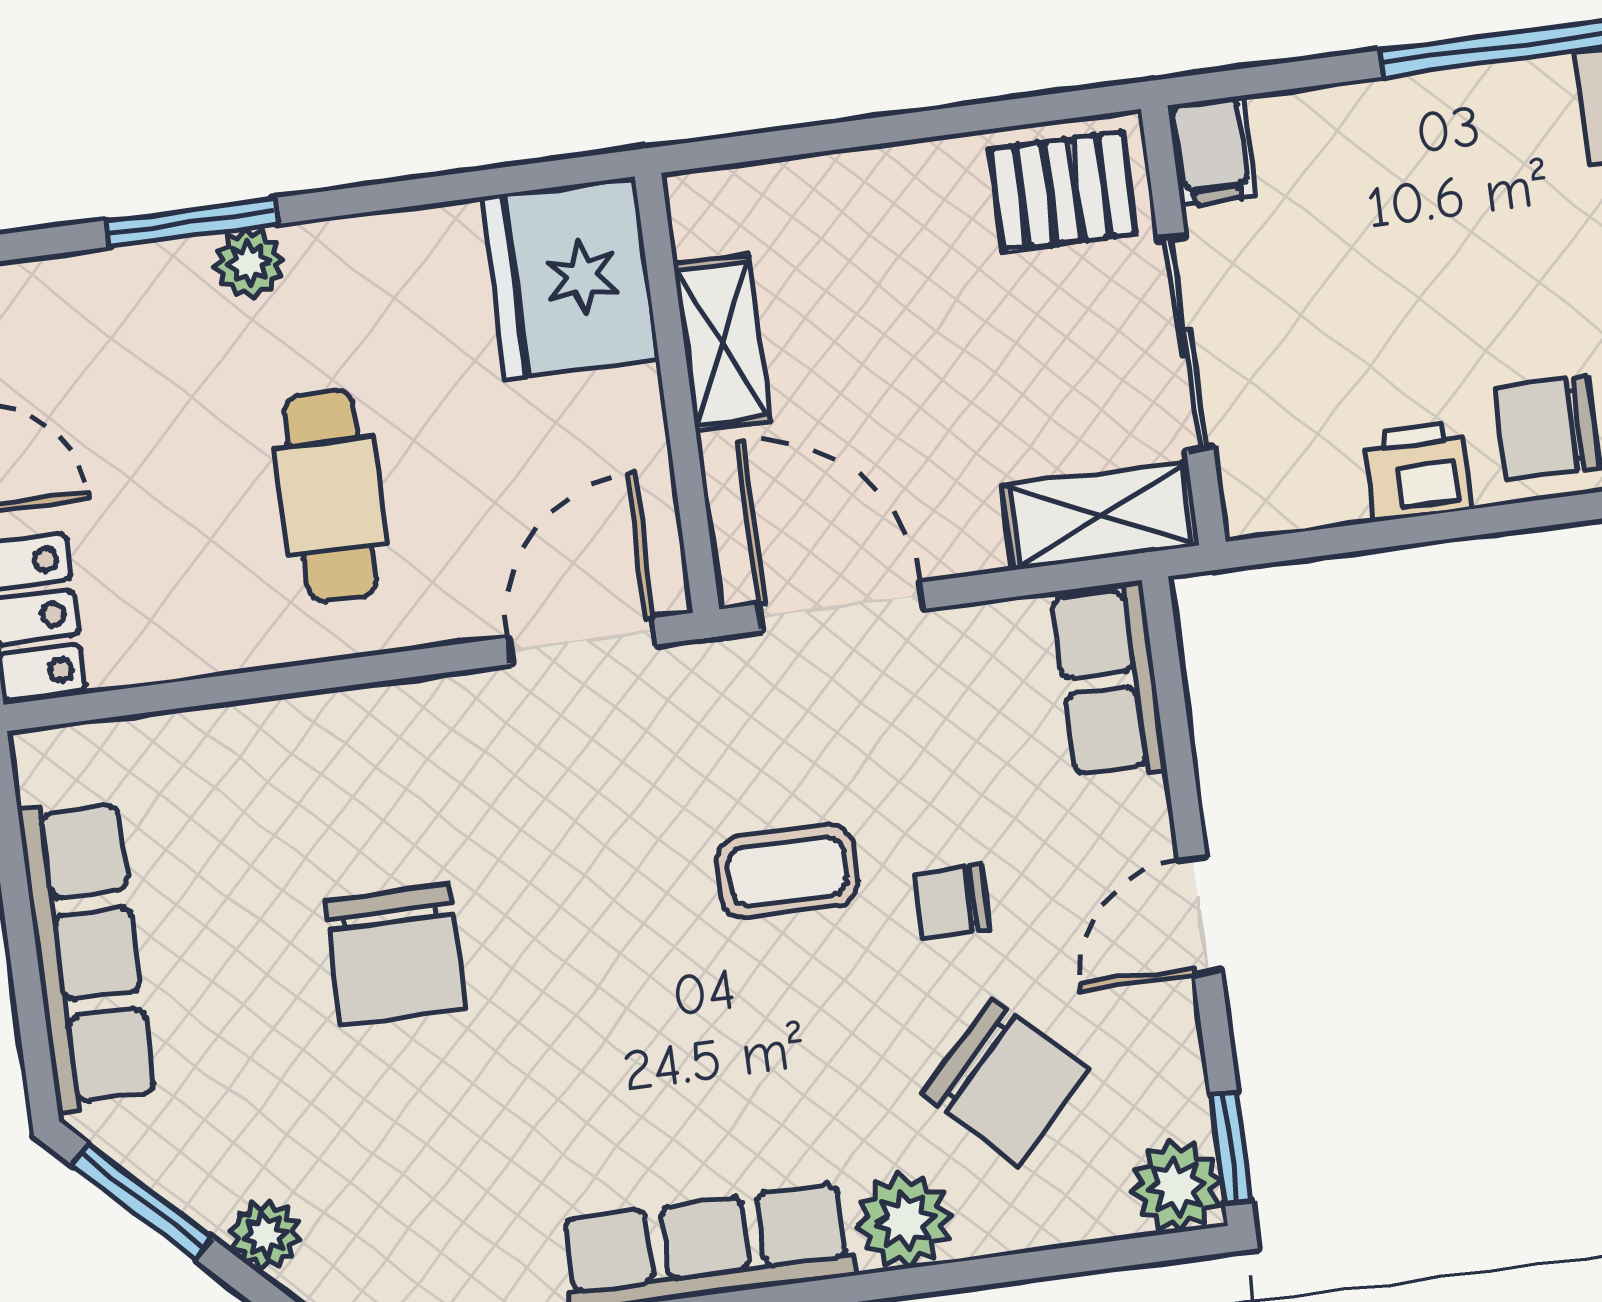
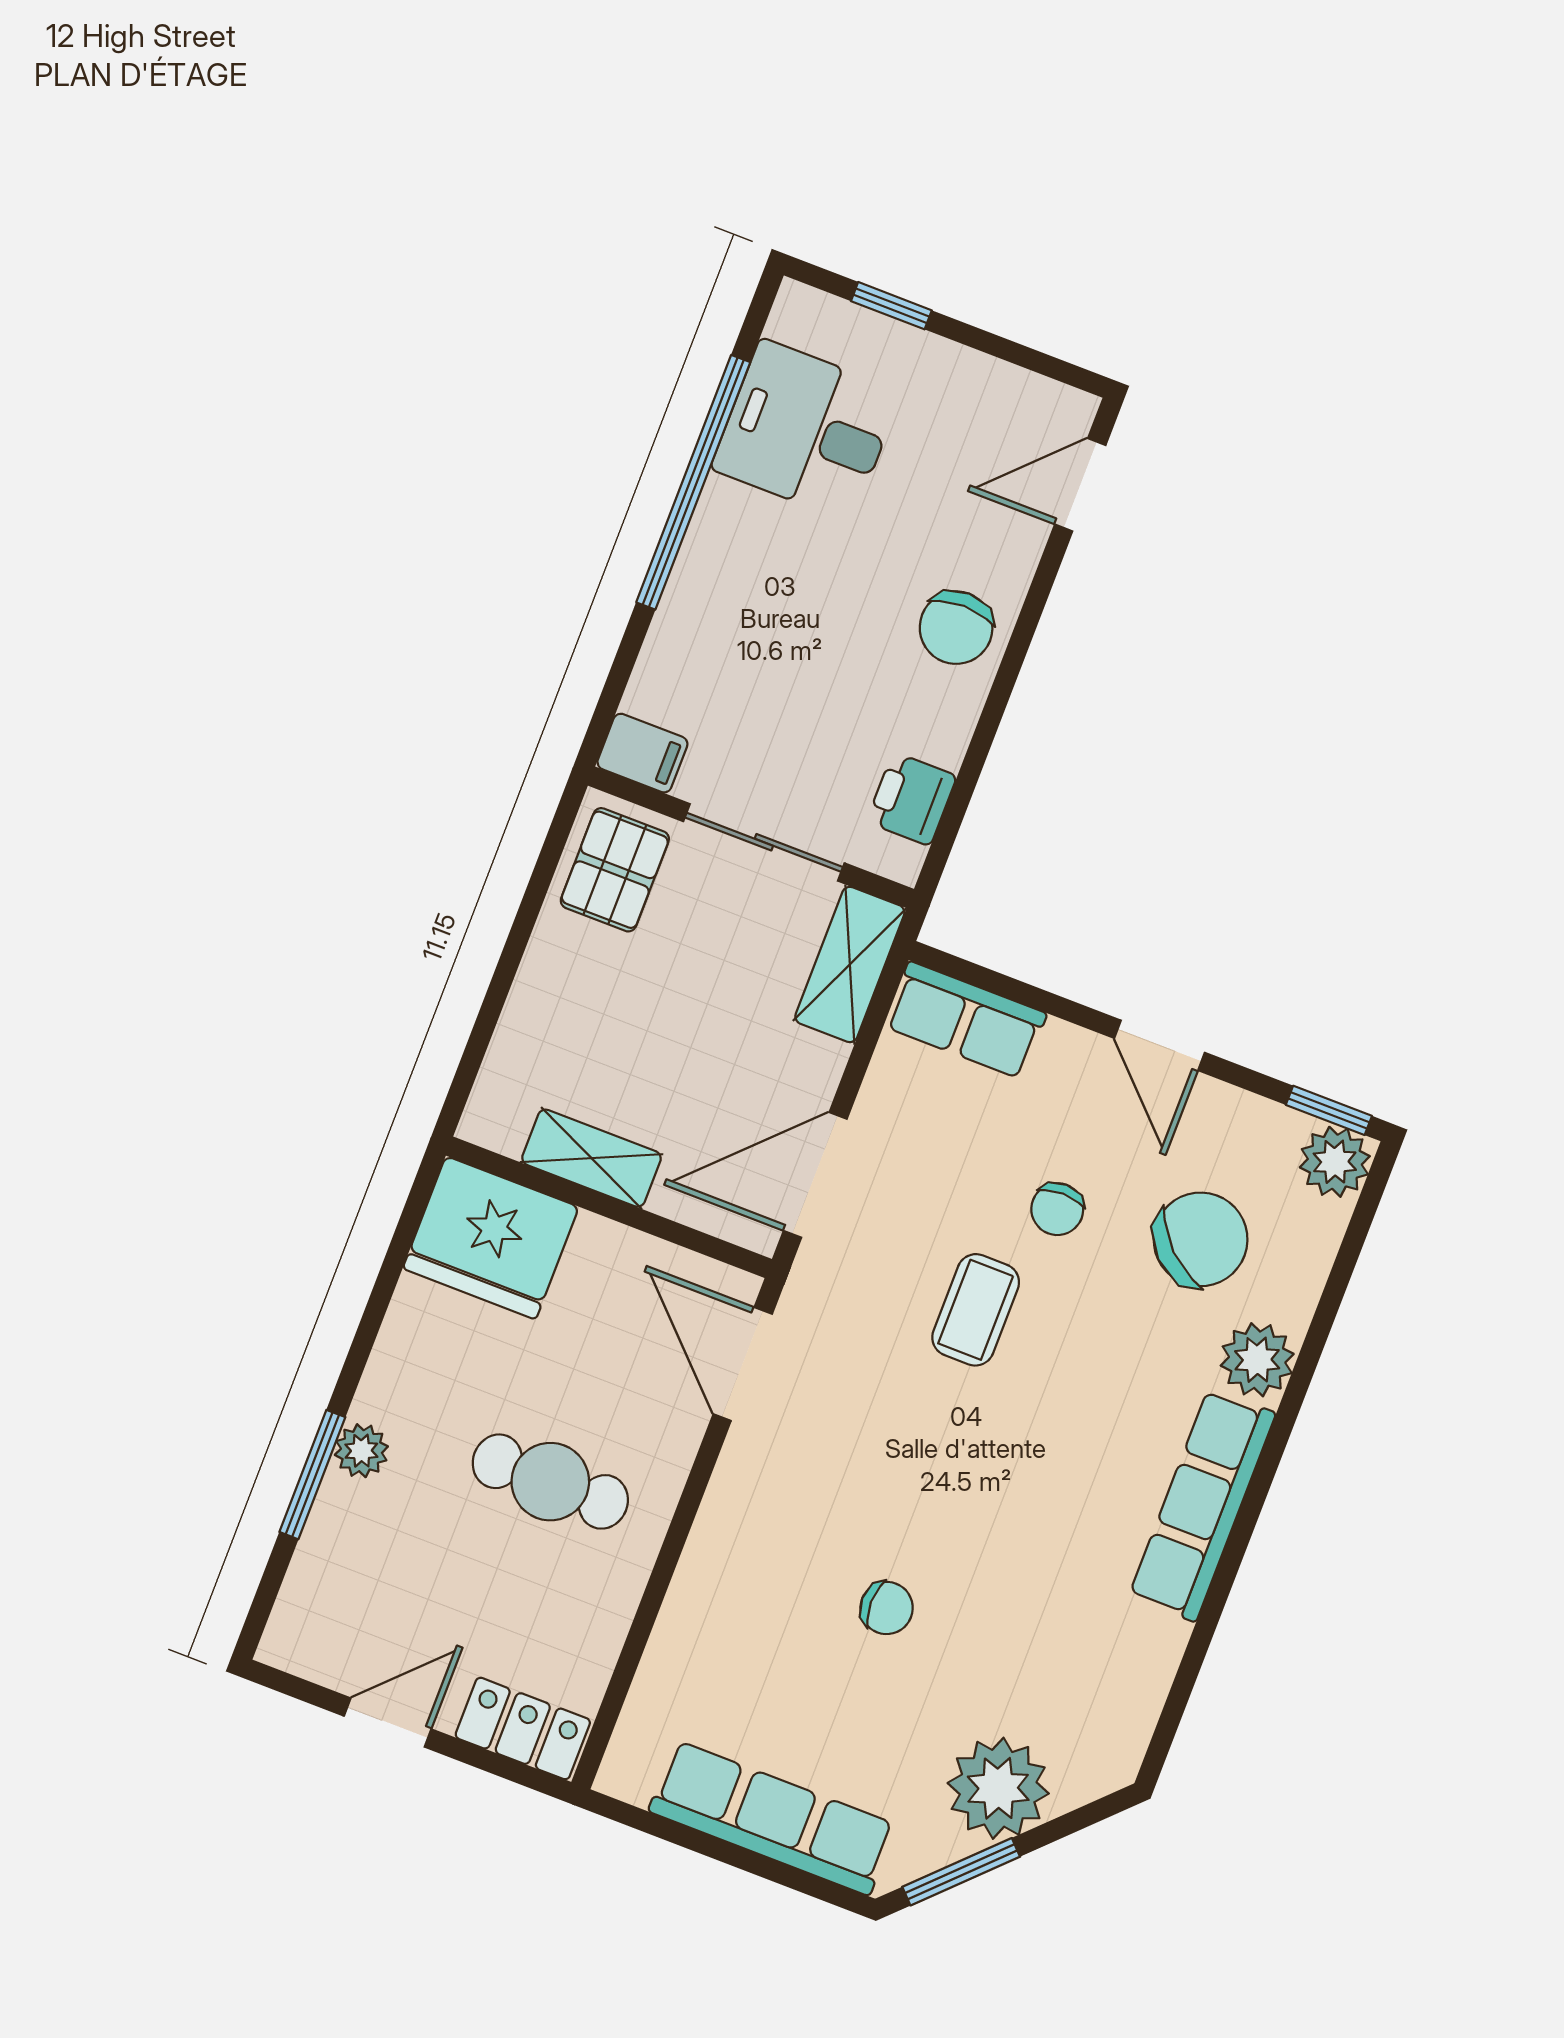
printer: (1418, 471) -> (912, 799), moved
chair: (395, 954) -> (887, 1608), width x0.54, depth x0.54
plant: (266, 1235) -> (998, 1788), width x1.88, depth x1.88

